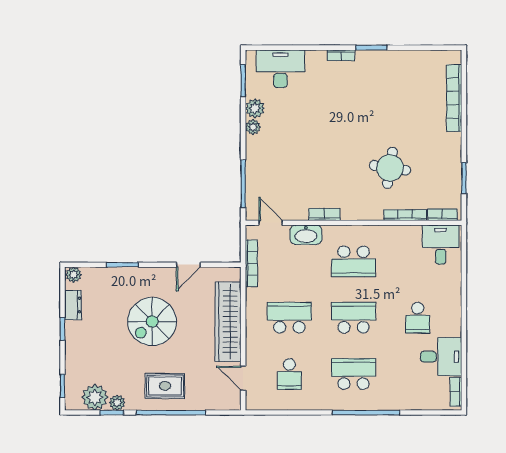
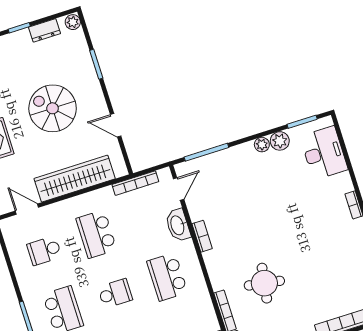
school desk: (289, 318) -> (96, 234), turned 180
school desk: (354, 318) -> (115, 293), width x0.54
door: (243, 378) -> (27, 209), hinge flipped

